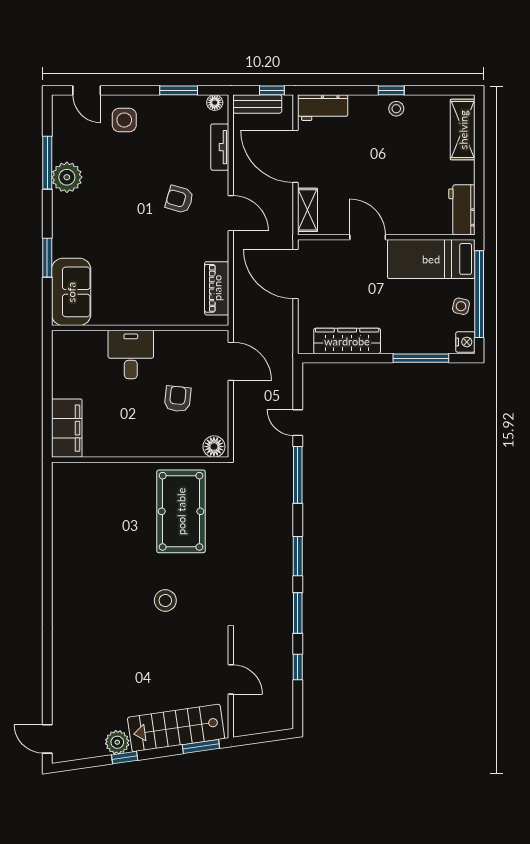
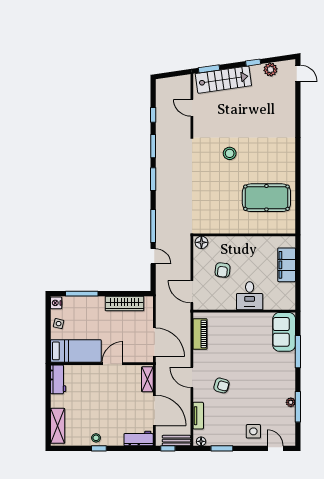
plant: (67, 177) -> (291, 402), width x0.53, depth x0.53
door: (368, 237) -> (113, 364), swing flipped
window: (47, 258) -> (298, 352), width x1.44
window: (479, 294) -> (48, 331), removed
filing cabinet: (67, 428) -> (287, 265), moved
pool table: (181, 511) -> (266, 198), moved, turned 90
plant: (117, 742) -> (271, 70), moved

